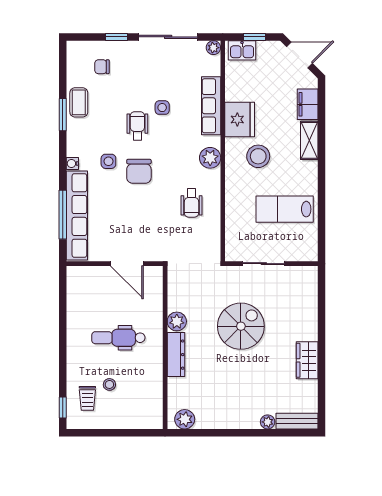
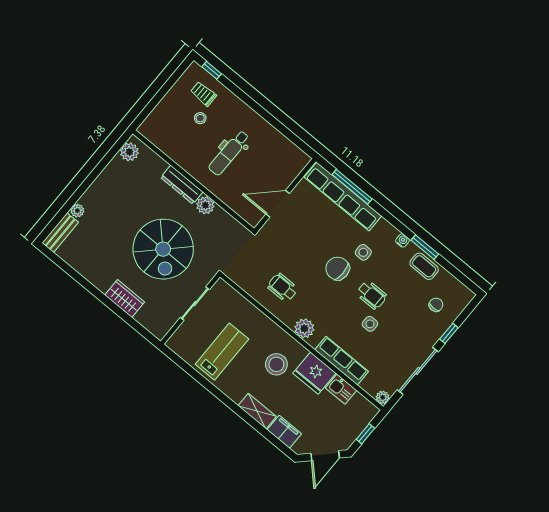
kitchen sink: (242, 50) -> (341, 389), moved, turned -90
water cooler: (72, 163) -> (402, 240), moved
spiral stairs: (241, 326) -> (163, 249), width x1.37, depth x1.37
dental chair: (118, 338) -> (229, 153), turned 180
wardrobe: (307, 360) -> (125, 299), moved

